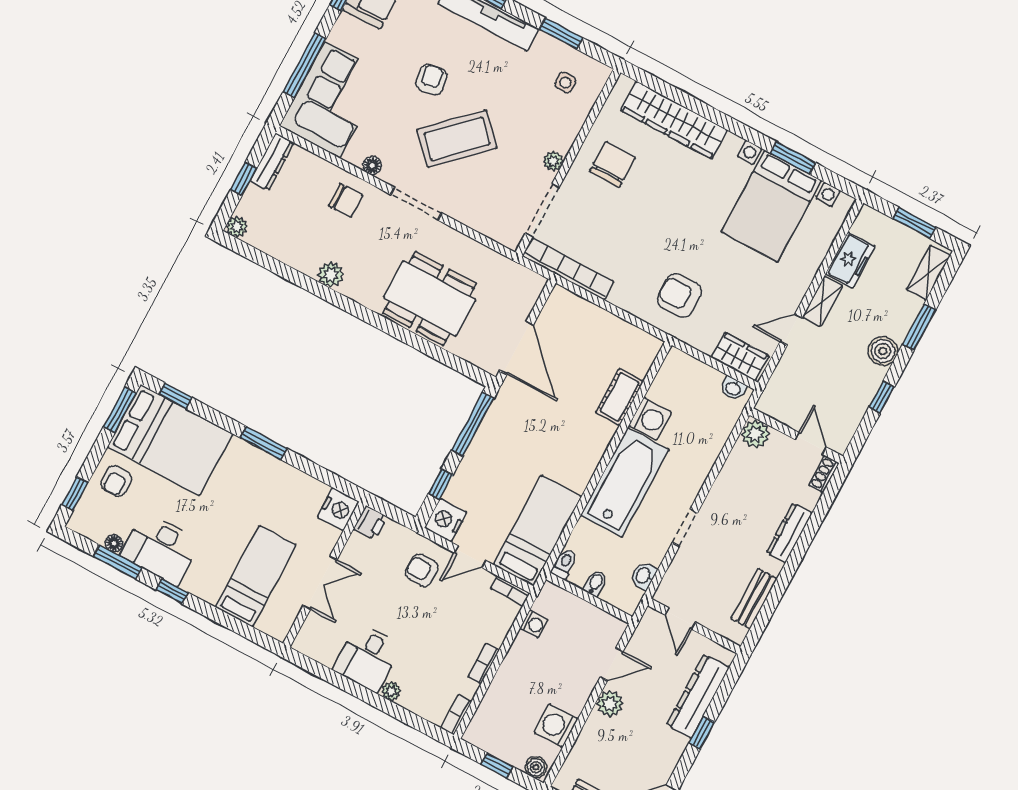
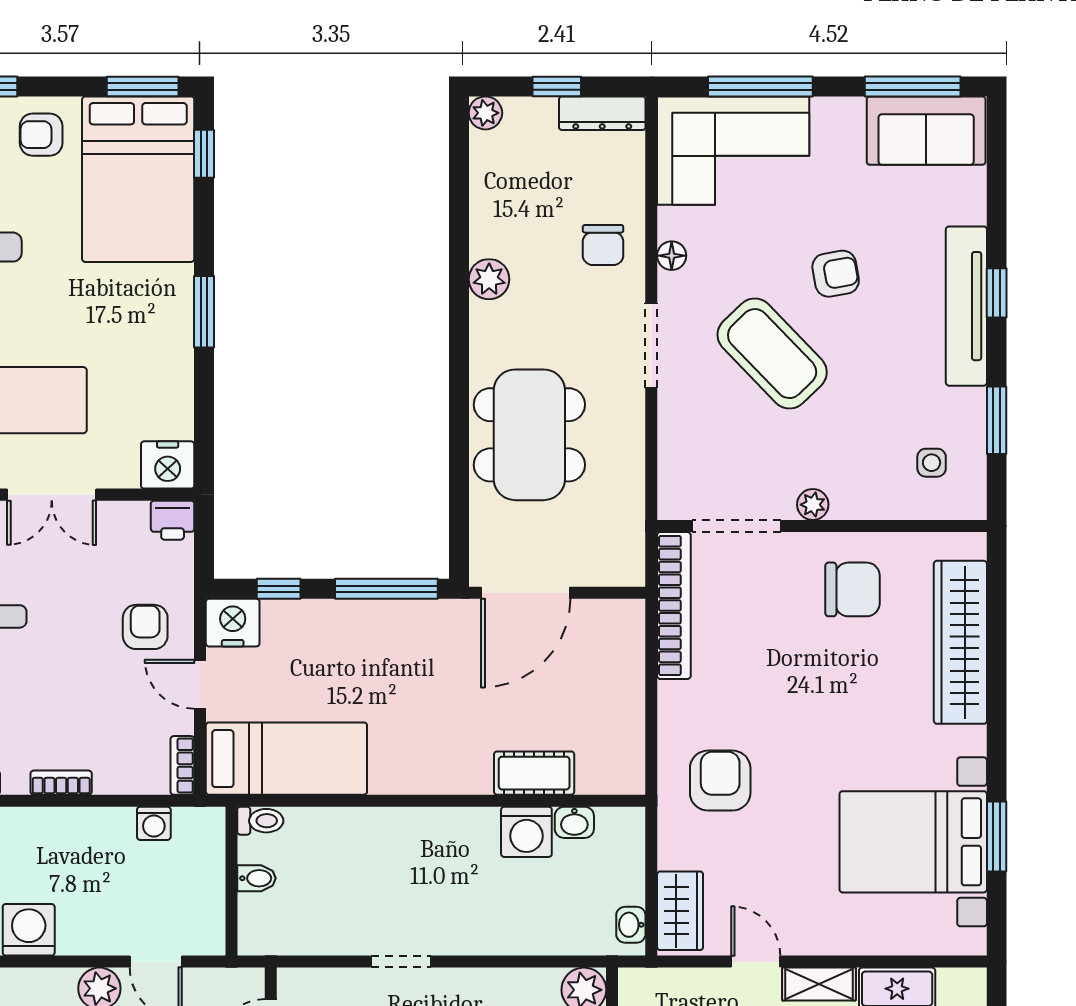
bathtub: (625, 482) -> (419, 844), removed
washbasin: (644, 576) -> (574, 822), moved, turned 180

